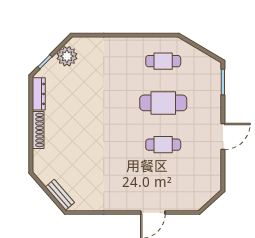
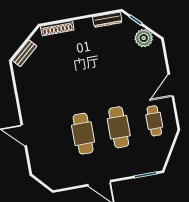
door: (126, 35) -> (171, 85), added
shoe rack: (38, 130) -> (57, 28), moved
cafe table: (163, 145) -> (83, 134), width x1.37, depth x1.35

